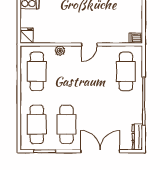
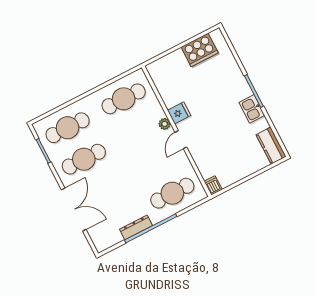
fridge: (27, 36) -> (179, 113), moved
door: (89, 44) -> (181, 140), hinge flipped
plant: (60, 51) -> (165, 124), moved
dresser: (137, 137) -> (136, 227), moved

